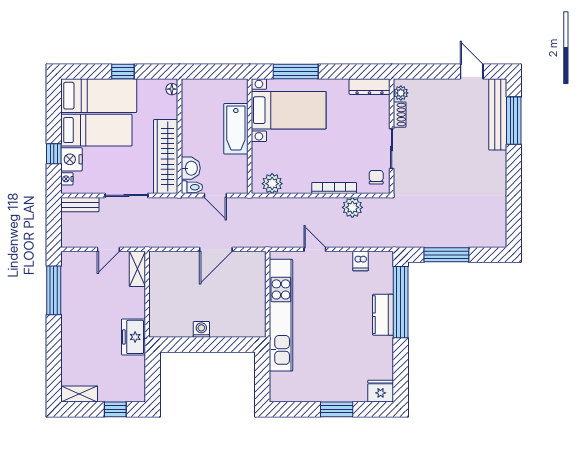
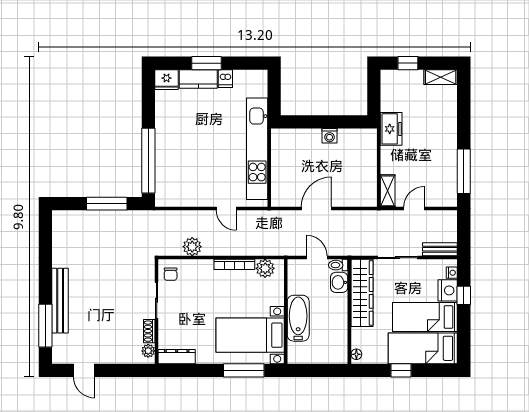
bench: (498, 114) -> (60, 301), moved
bookcase: (334, 188) -> (234, 264), moved
dishwasher: (361, 261) -> (225, 79), moved, turned 180
kitchen counter: (383, 315) -> (198, 79), moved, turned 90

